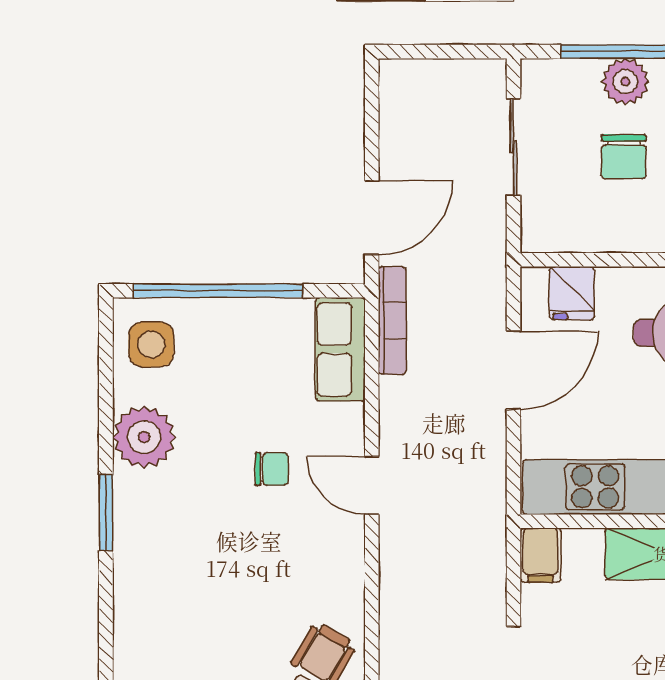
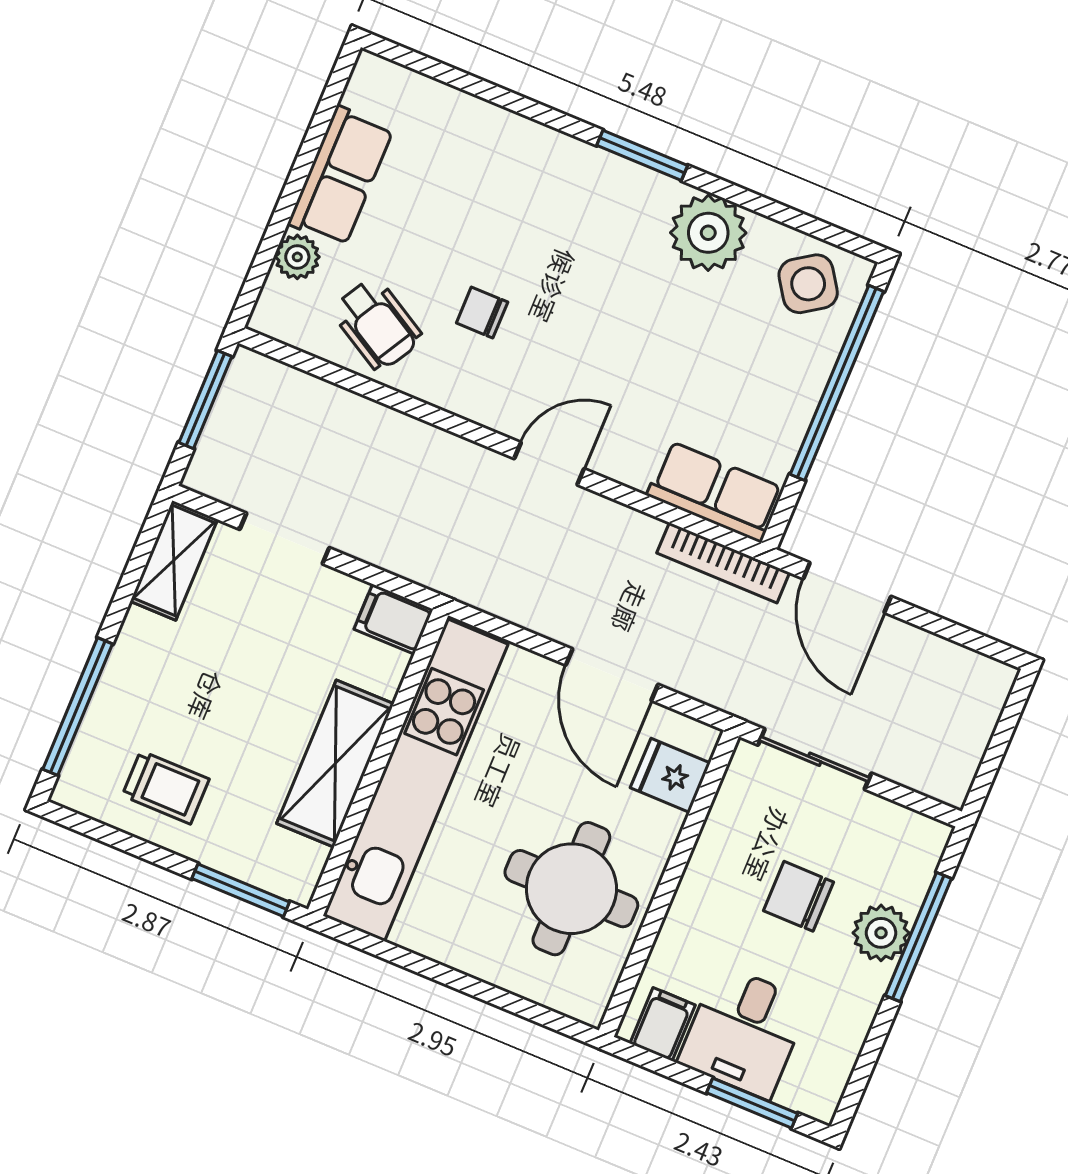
sliding door: (513, 147) -> (815, 759), moved
side table: (151, 344) -> (808, 284), turned -34
chair: (272, 469) -> (482, 312), moved, turned 90

